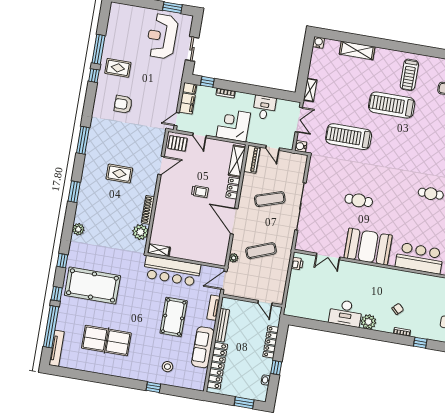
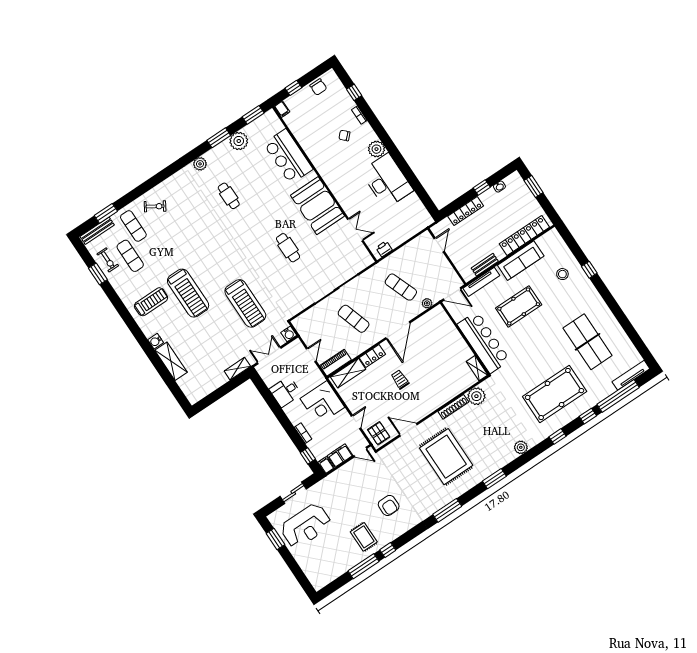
water cooler: (318, 42) -> (156, 341), moved
rug: (119, 174) -> (446, 457), width x1.86, depth x2.06
pool table: (92, 285) -> (555, 394), turned 90
tv unit: (213, 308) -> (481, 282), width x1.41
desk: (346, 313) -> (387, 181), width x1.36, depth x1.30
bench: (222, 325) -> (485, 265), width x0.73

